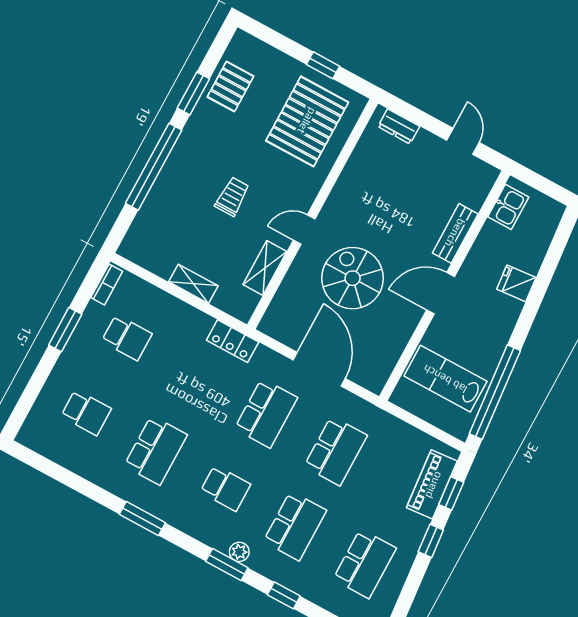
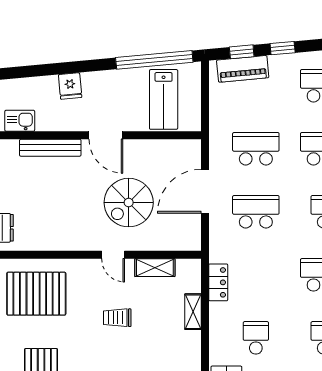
bench: (455, 233) -> (50, 148), width x1.36
locker: (233, 341) -> (218, 282), moved

